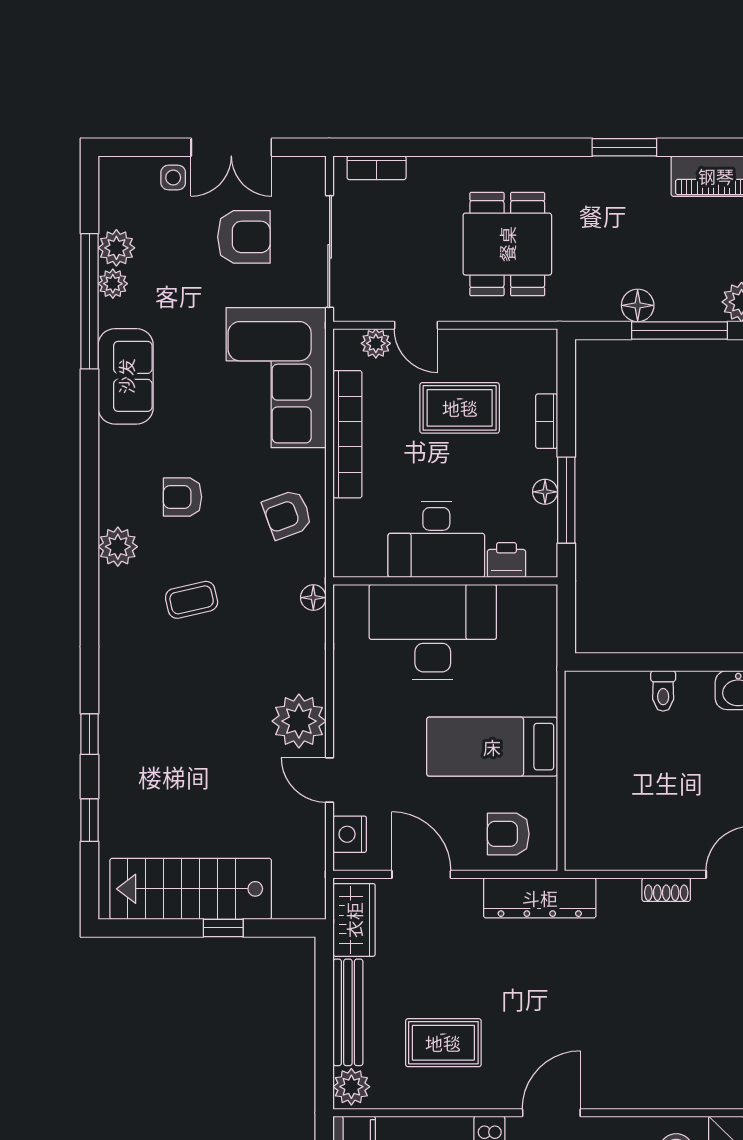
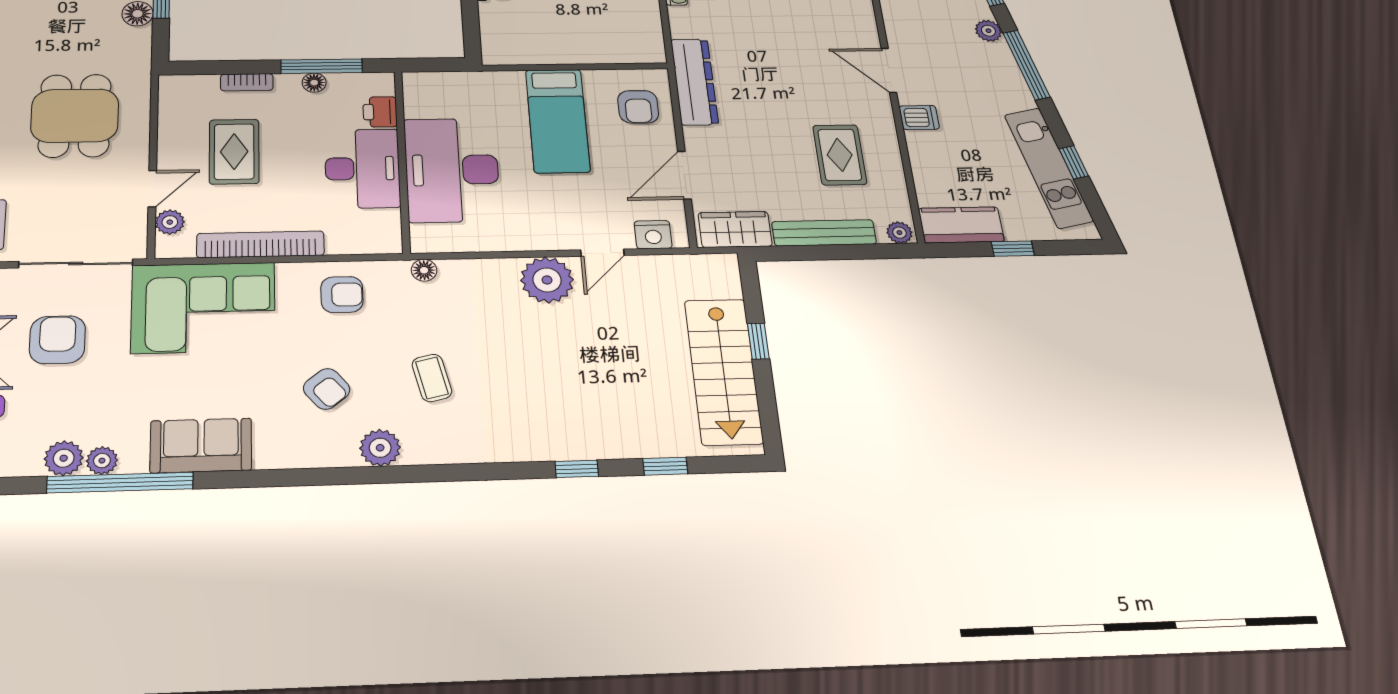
dining table: (507, 244) -> (75, 116), turned 90
armchair: (183, 497) -> (327, 389), turned -39
armchair: (287, 514) -> (342, 295), turned -70
plant: (351, 1087) -> (899, 233), width x0.73, depth x0.73

